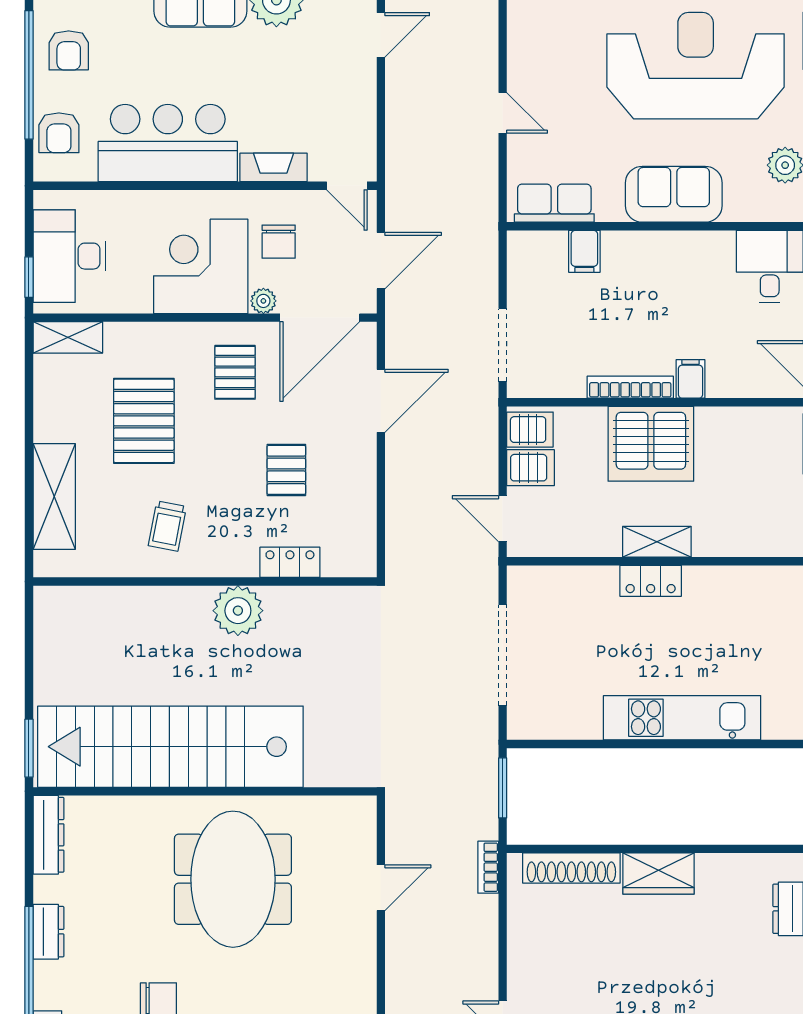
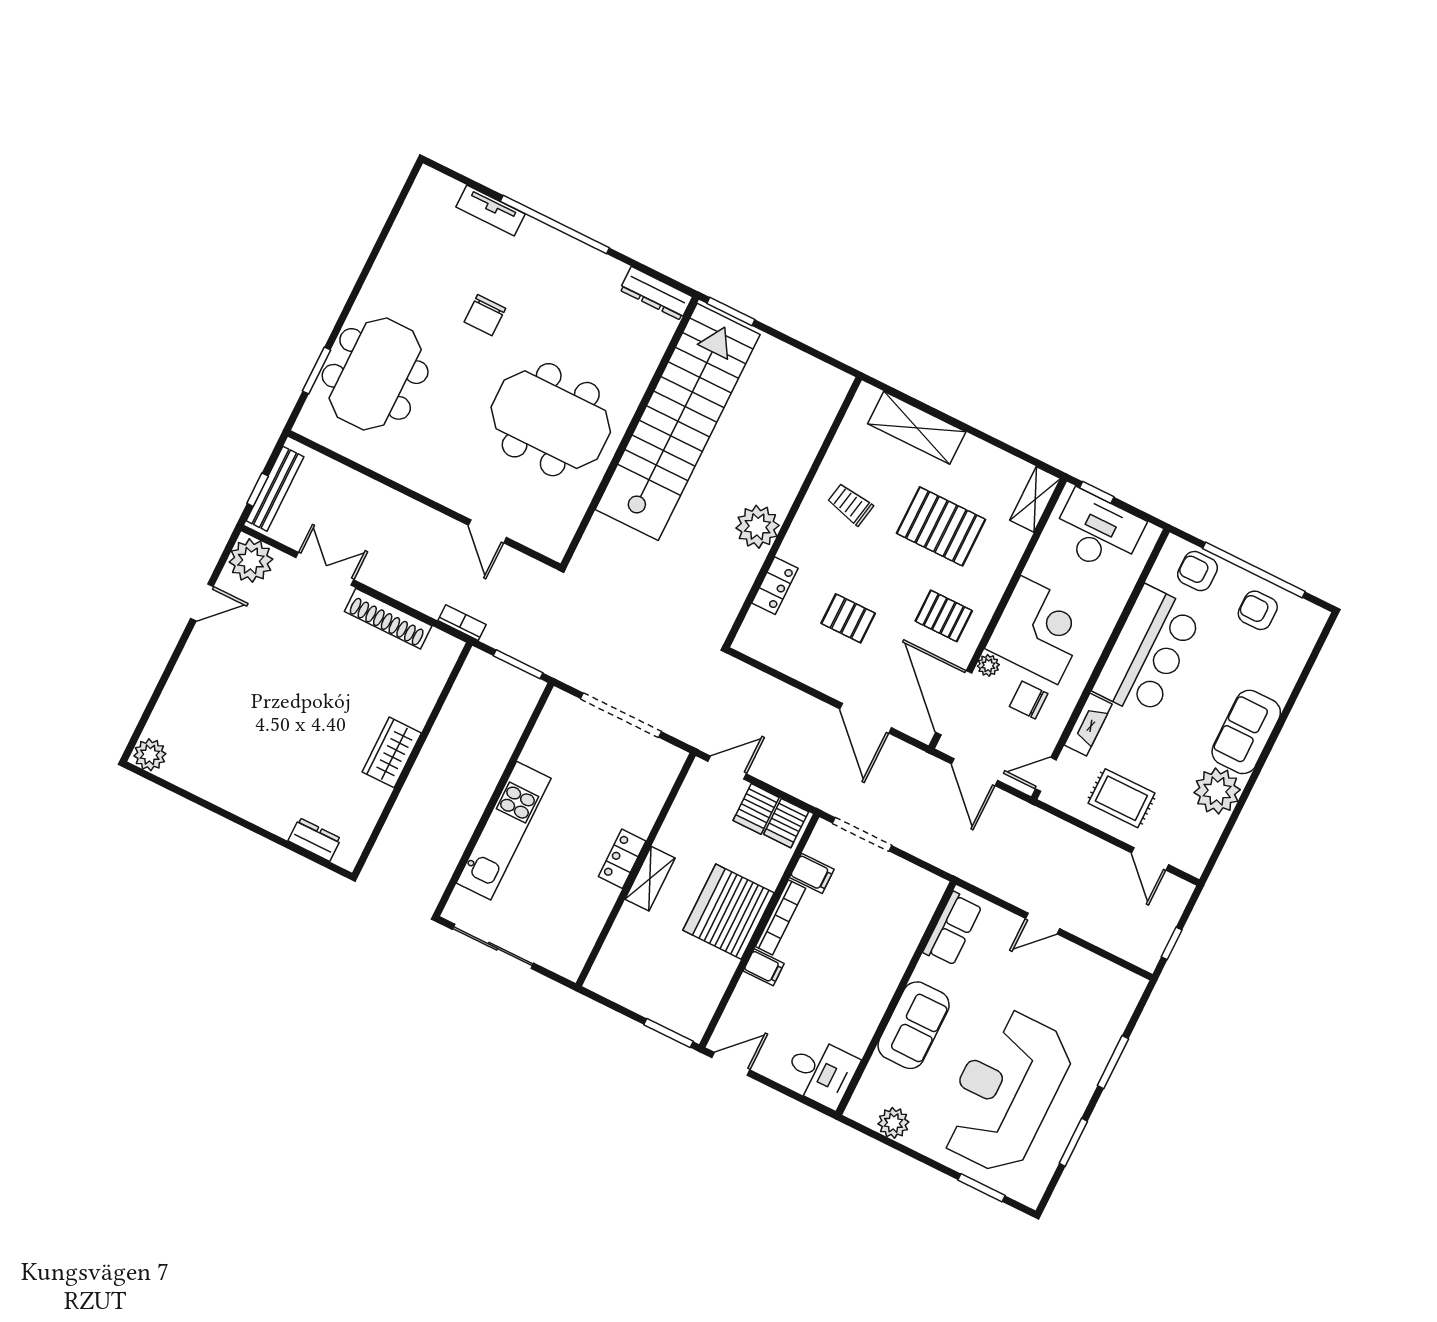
reception desk: (696, 66) -> (1005, 1091), turned 180
rug: (333, 95) -> (1121, 798), added
filing cabinet: (584, 251) -> (812, 873), moved, turned 180
shoe rack: (571, 868) -> (388, 619), moved, turned -90
dresser: (48, 932) -> (581, 256), removed

